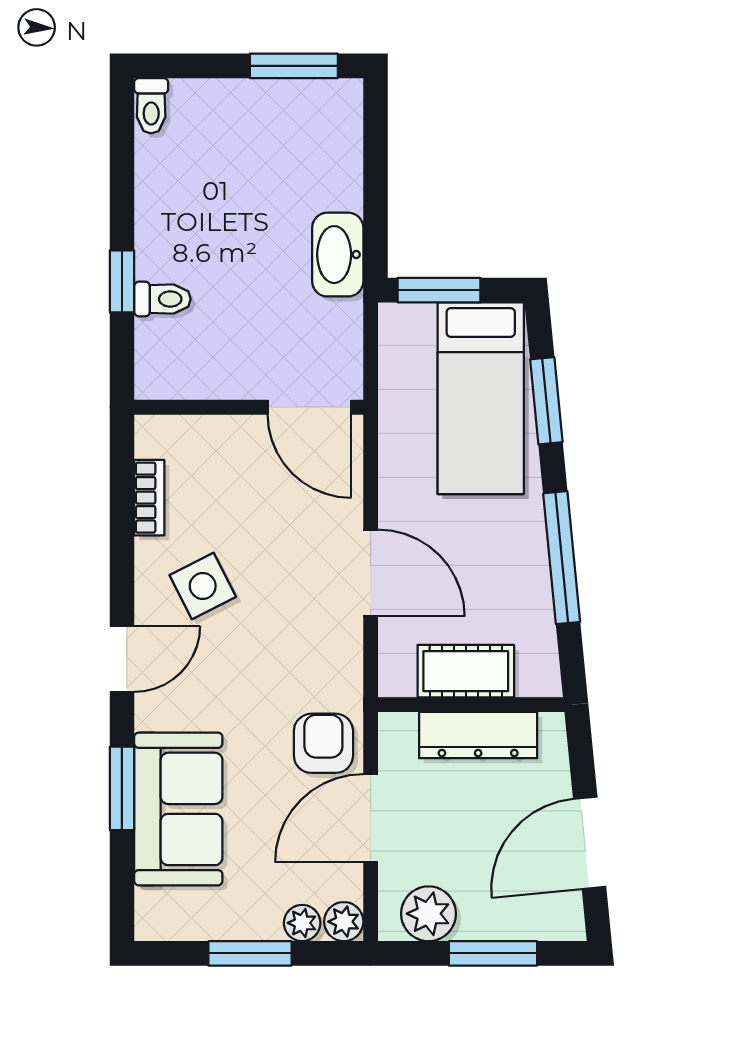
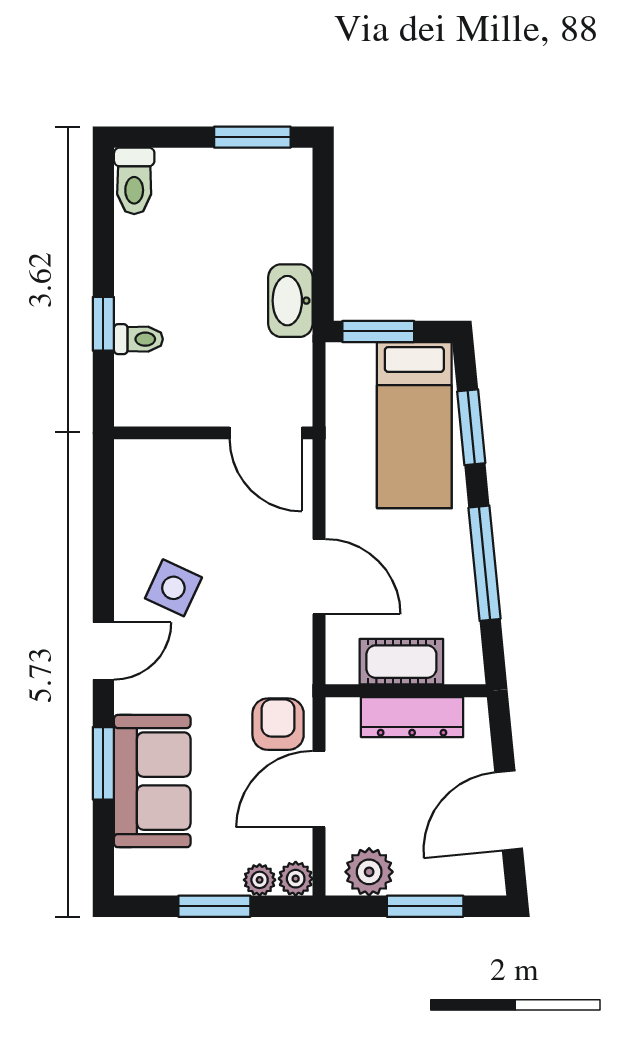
toilet: (151, 106) -> (134, 181), width x1.37, depth x1.39
bookcase: (149, 498) -> (127, 511), removed
side table: (203, 586) -> (173, 588), turned -38

